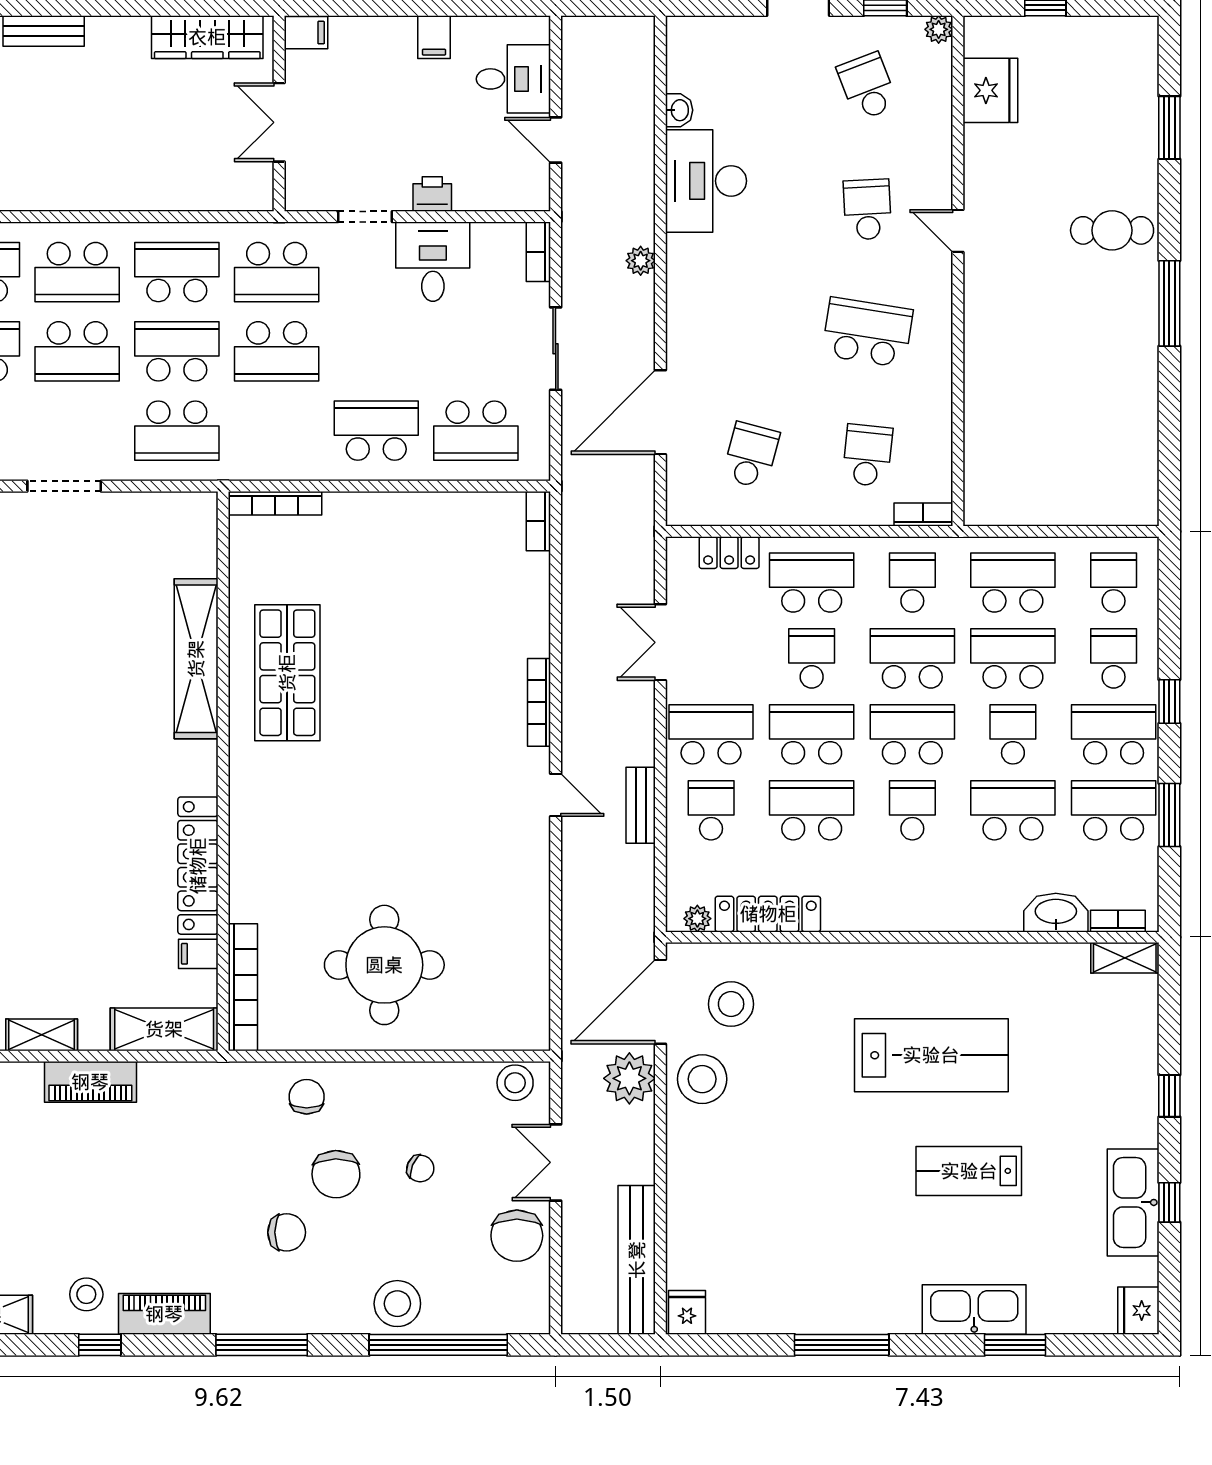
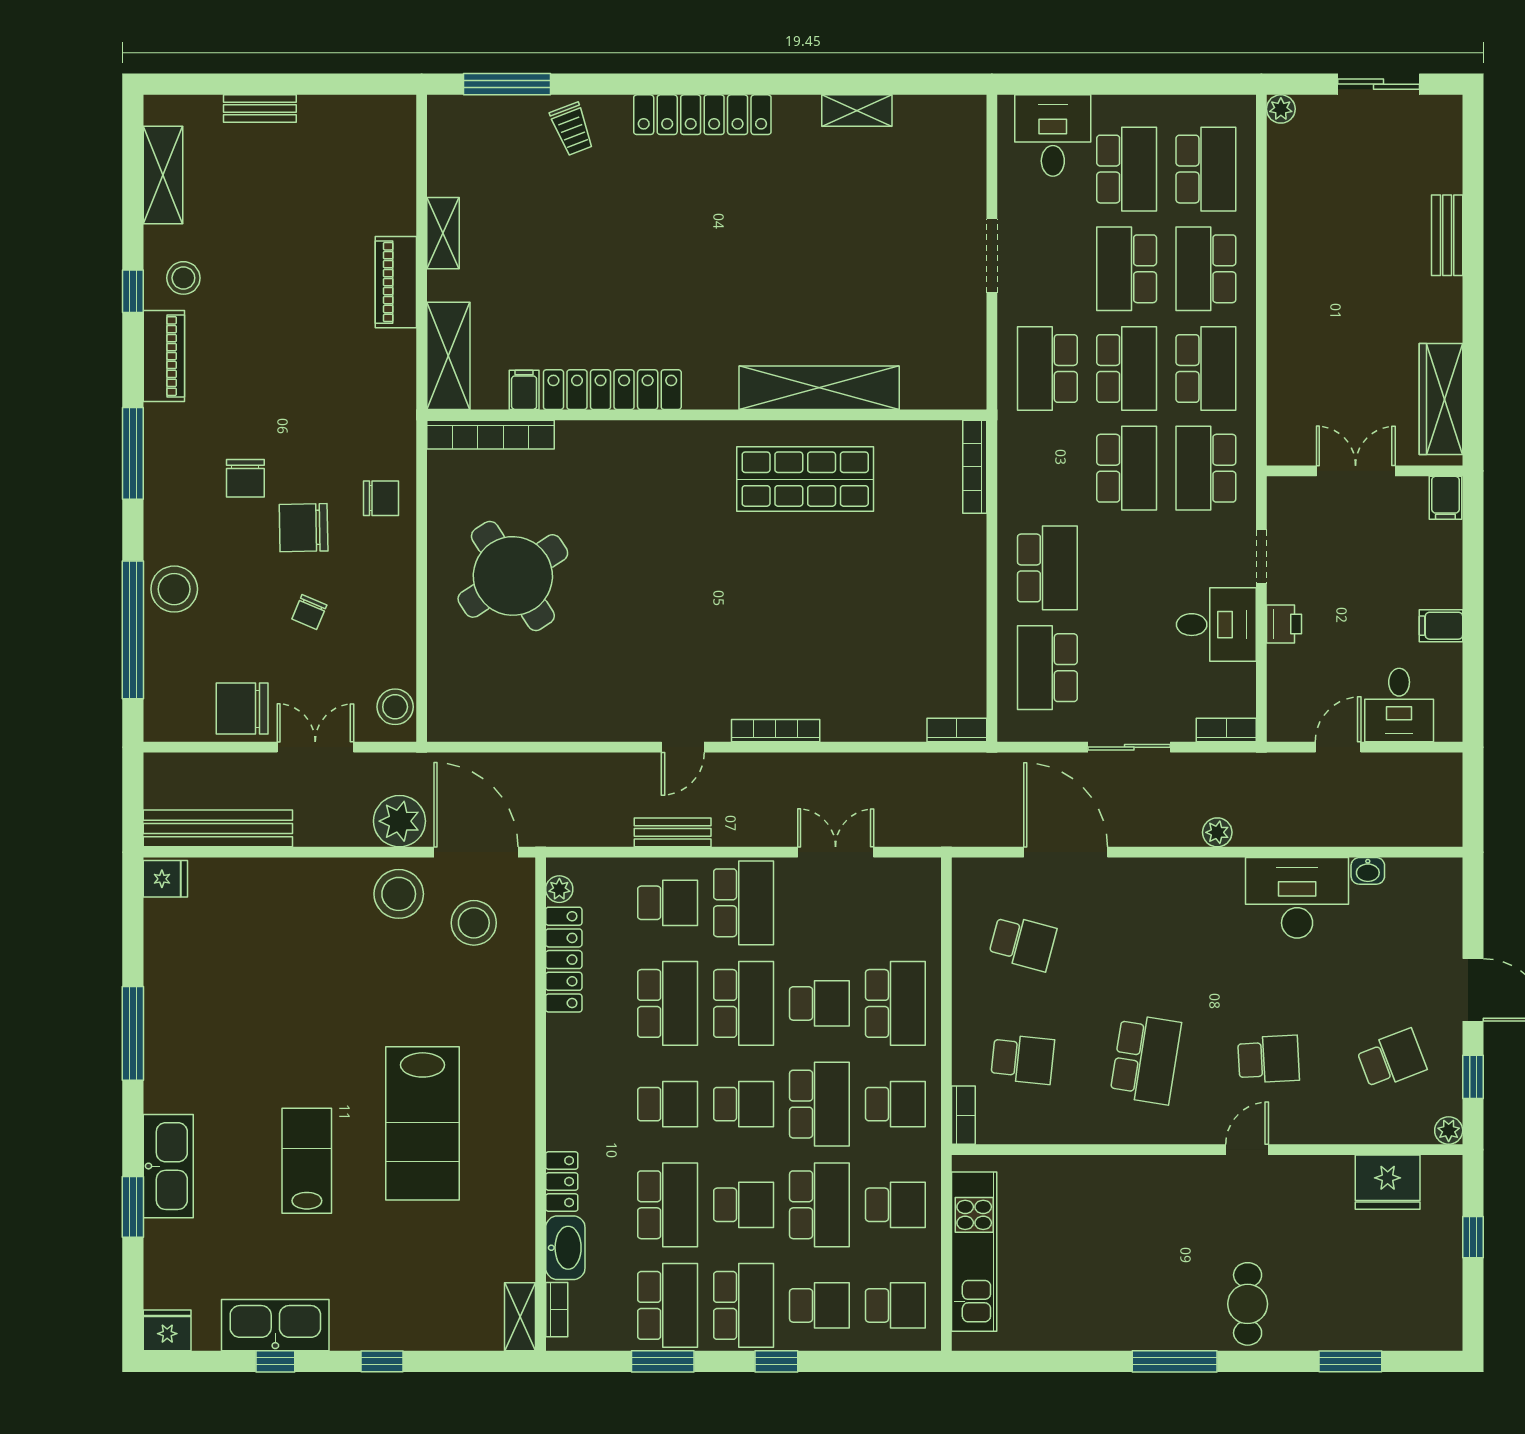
school desk: (277, 351) -> (1127, 468), turned 180
kitchen unit: (1060, 504) -> (974, 1252), added
locker: (729, 553) -> (562, 1181), moved, turned 180
school desk: (1013, 583) -> (895, 1205), width x0.54
school desk: (912, 734) -> (744, 1104), width x0.54
round table: (384, 965) -> (513, 576), turned -33

